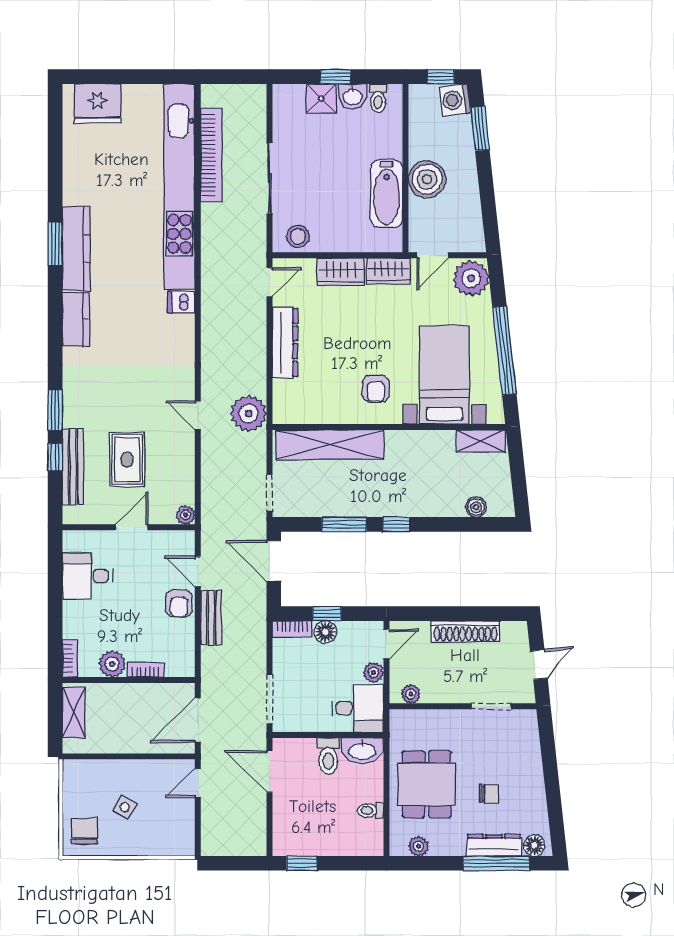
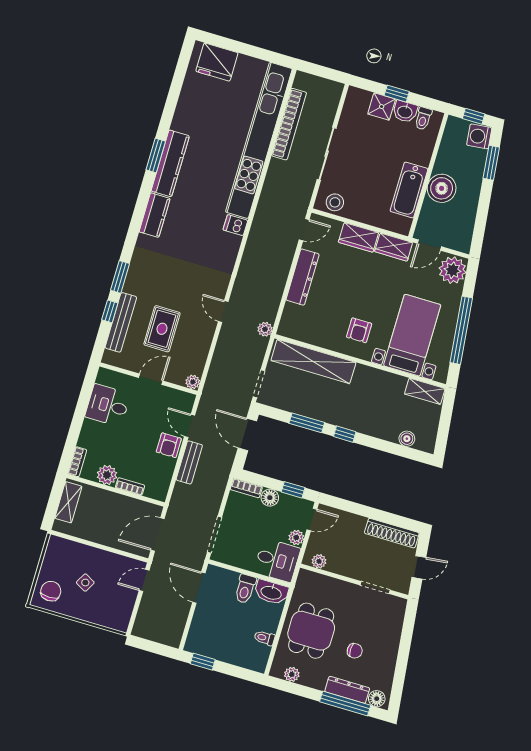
plant: (249, 414) -> (265, 329), width x0.53, depth x0.53
window: (327, 614) -> (293, 490), moved
shoe rack: (466, 631) -> (392, 533), moved

